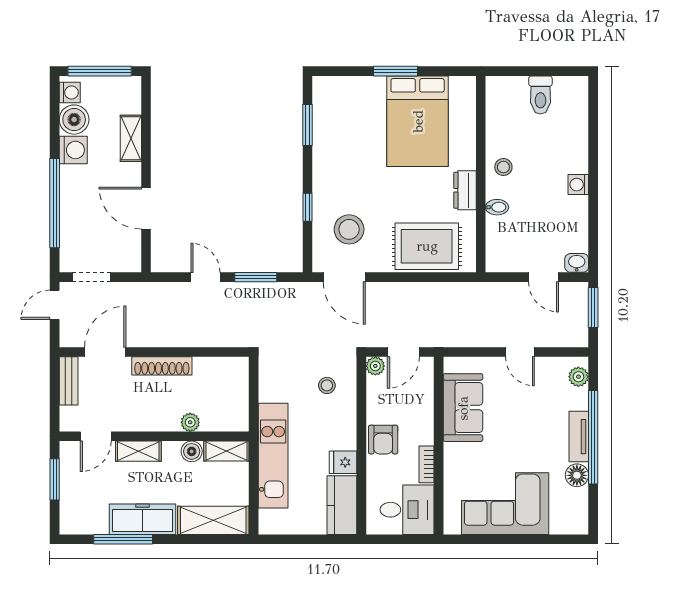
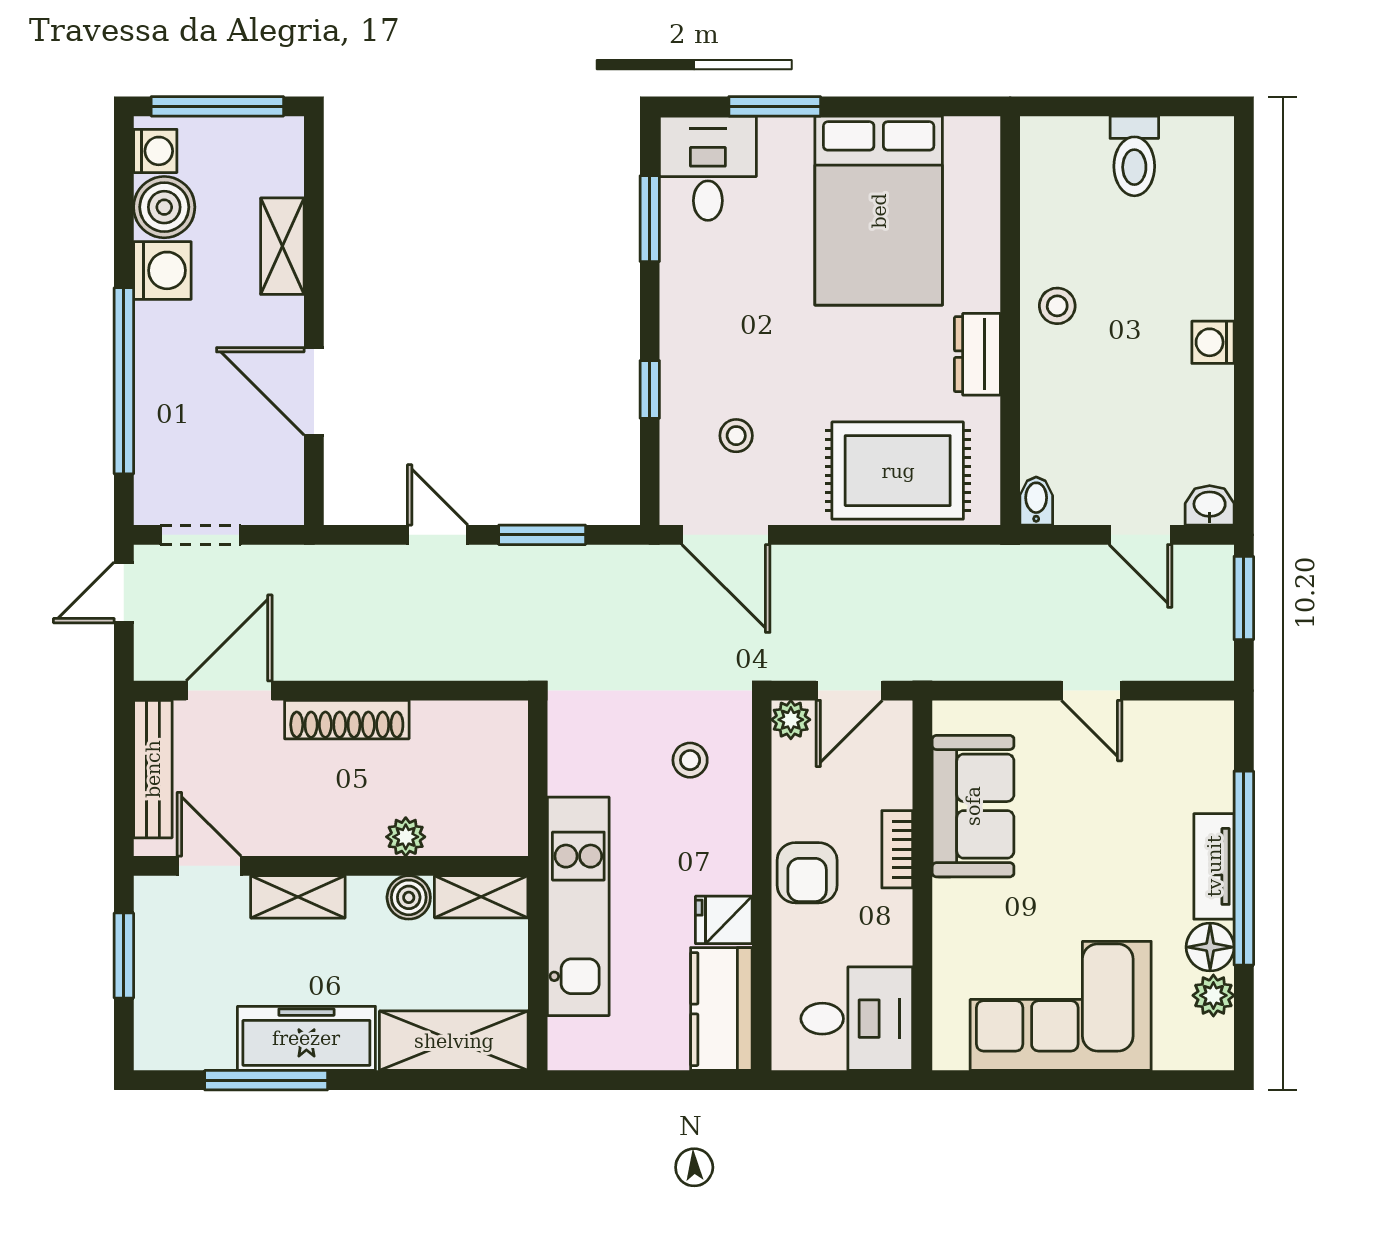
window: (396, 71) -> (775, 106), moved
desk: (335, 101) -> (708, 168), added
bidet: (497, 207) -> (1036, 501), moved, turned -90
stool: (349, 229) -> (736, 436), width x0.53, depth x0.53
plant: (578, 377) -> (1213, 995), moved
bench: (69, 381) -> (153, 769), width x1.36
door: (96, 436) -> (209, 866), swing flipped
bookcase: (426, 464) -> (897, 849), moved

